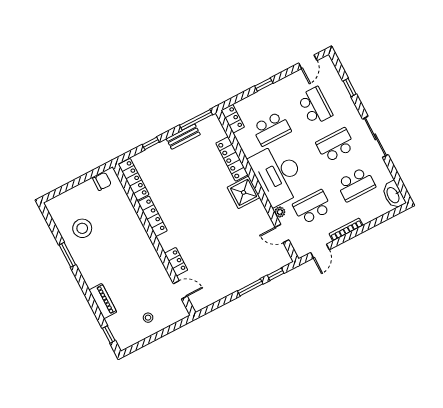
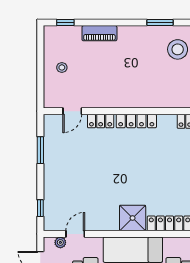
plant: (280, 212) -> (60, 242), moved
locker: (152, 216) -> (136, 121), moved
window: (250, 287) -> (40, 150), moved

